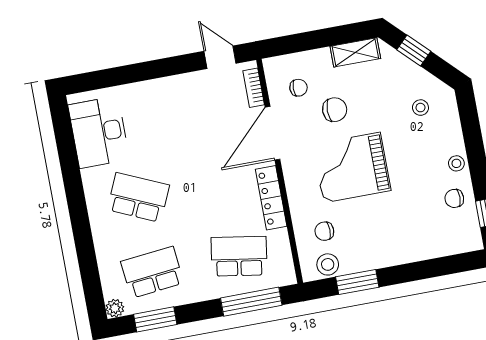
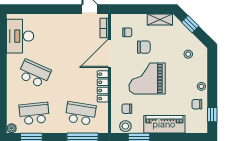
piano: (400, 247) -> (164, 124), added

